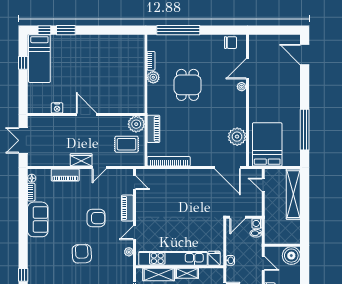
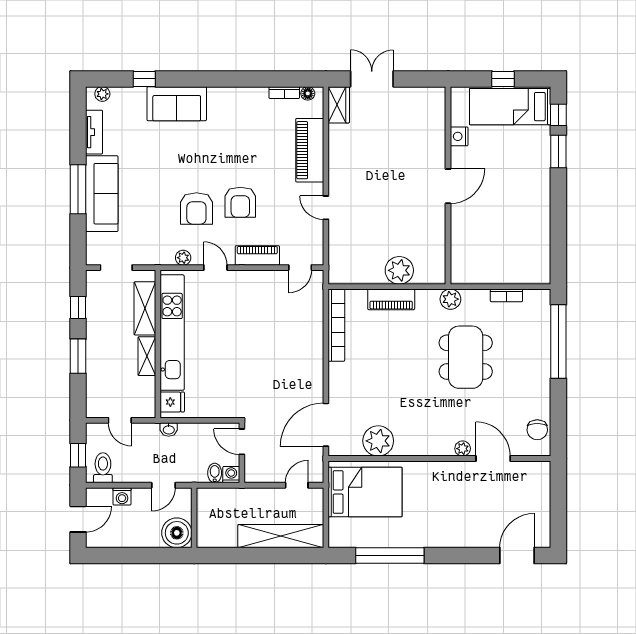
plant: (153, 77) -> (450, 299), moved
dining table: (188, 85) -> (466, 357), width x1.38
nightstand: (57, 108) -> (459, 136), moved
wall: (86, 114) -> (448, 185), moved
door: (87, 114) -> (448, 186), moved
rug: (127, 144) -> (365, 254), removed
wardrobe: (81, 160) -> (339, 105), moved
piano: (65, 175) -> (310, 150), width x1.37, depth x1.33
sofa: (38, 219) -> (177, 104), moved
armchair: (82, 254) -> (196, 208), moved, turned 93

